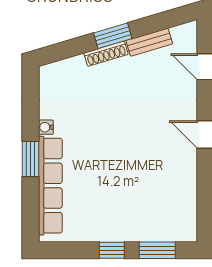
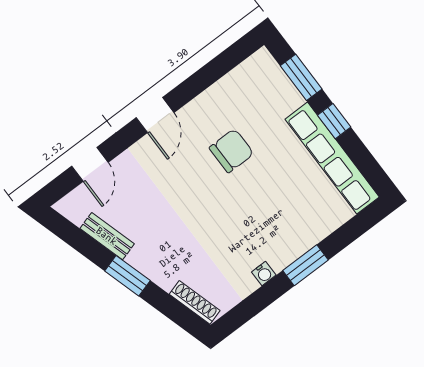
shoe rack: (106, 54) -> (195, 302), moved
chair: (143, 167) -> (231, 151), added
row of seats: (50, 186) -> (332, 158), moved, turned -90

